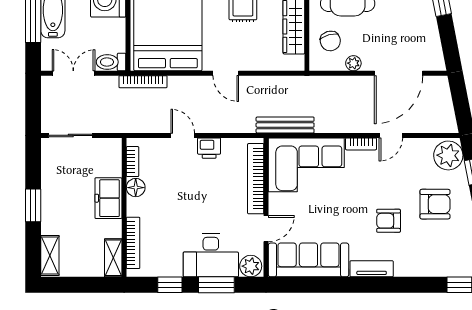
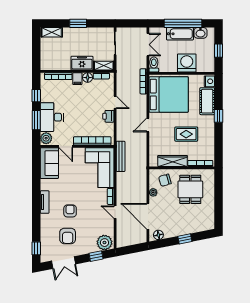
floor lamp: (434, 53) -> (158, 235), added
door: (183, 135) -> (115, 102), hinge flipped
armchair: (435, 204) -> (68, 236), moved
filing cabinet: (138, 207) -> (77, 79), added
shelving: (113, 258) -> (104, 66), moved
sofa: (308, 260) -> (49, 163), width x0.73

